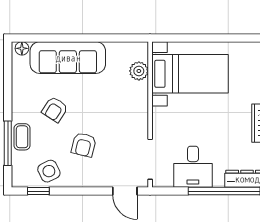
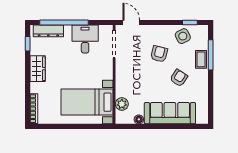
floor lamp: (22, 48) -> (139, 119), moved

